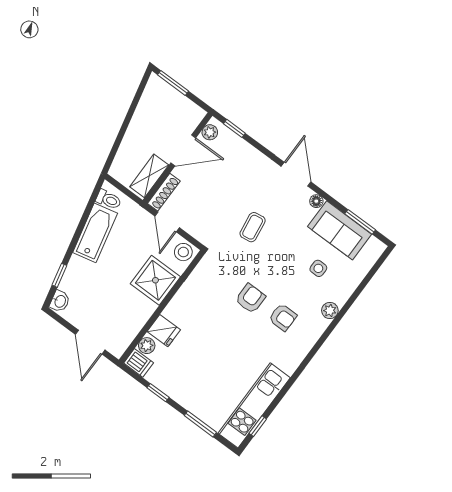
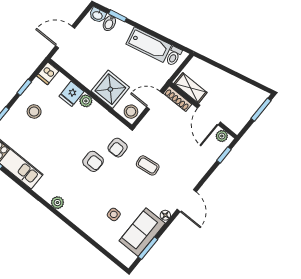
door: (296, 174) -> (187, 201), hinge flipped
bidet: (69, 285) -> (109, 23), added
plant: (330, 310) -> (57, 203), moved
armchair: (283, 317) -> (118, 148), moved
plant: (147, 346) -> (86, 101), moved
stool: (189, 378) -> (34, 111), added

